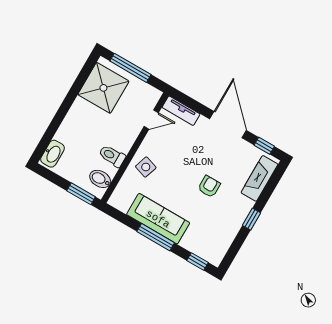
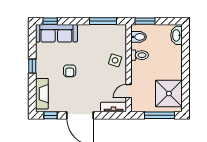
sofa: (158, 219) -> (56, 33), moved
window: (156, 237) -> (103, 21), moved

